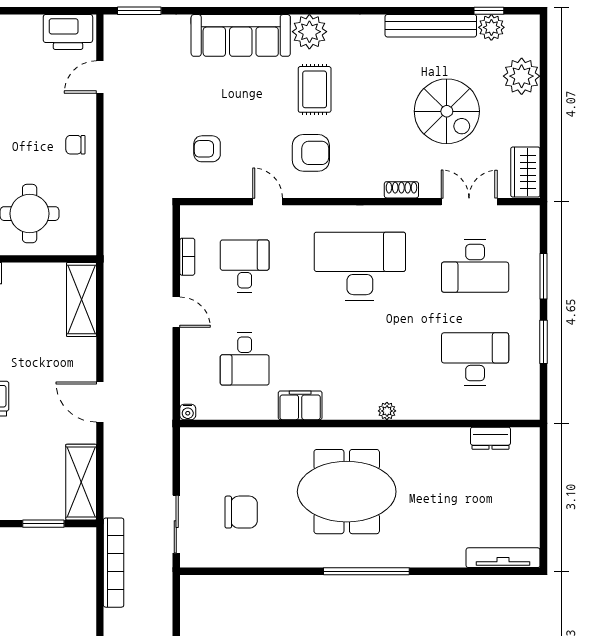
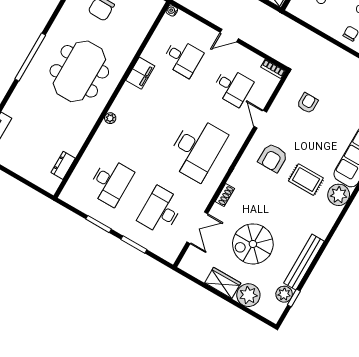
wardrobe: (525, 172) -> (223, 283), moved
door: (268, 202) -> (260, 119), swing flipped
bookcase: (187, 257) -> (273, 69), moved
desk: (245, 359) -> (183, 58), turned 180

